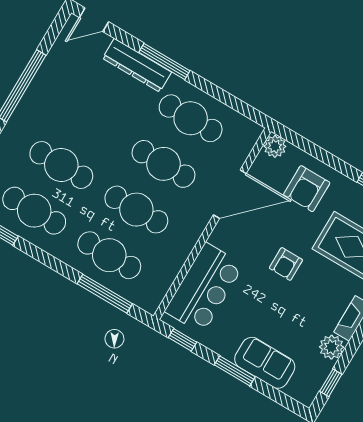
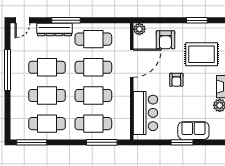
cafe table: (88, 119) -> (47, 67), added
window: (183, 340) -> (150, 142), removed

